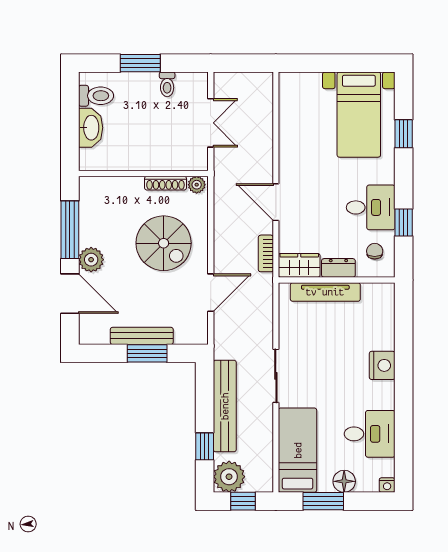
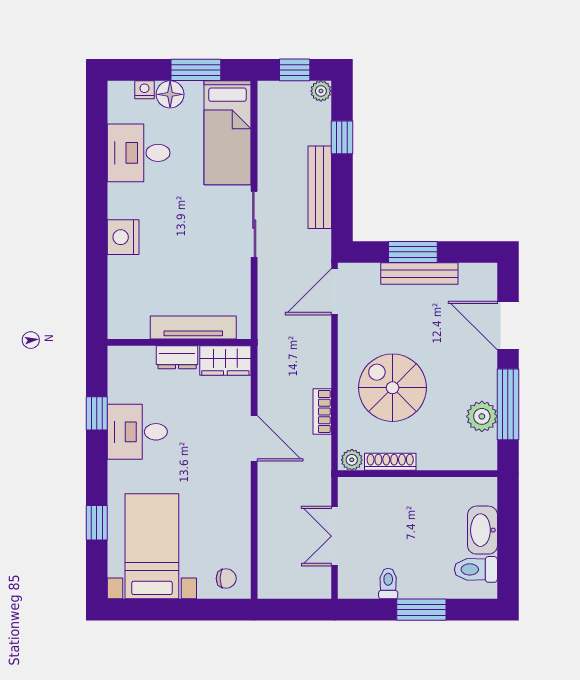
chair: (375, 251) -> (226, 578), moved, turned -90
bookcase: (266, 253) -> (322, 411), moved, turned 180
plant: (91, 260) -> (482, 416), moved
door: (211, 293) -> (334, 292), moved
bench: (225, 406) -> (320, 187), width x0.73, depth x0.82
plant: (229, 477) -> (321, 91), width x0.53, depth x0.53
nightstand: (387, 485) -> (145, 90), moved

